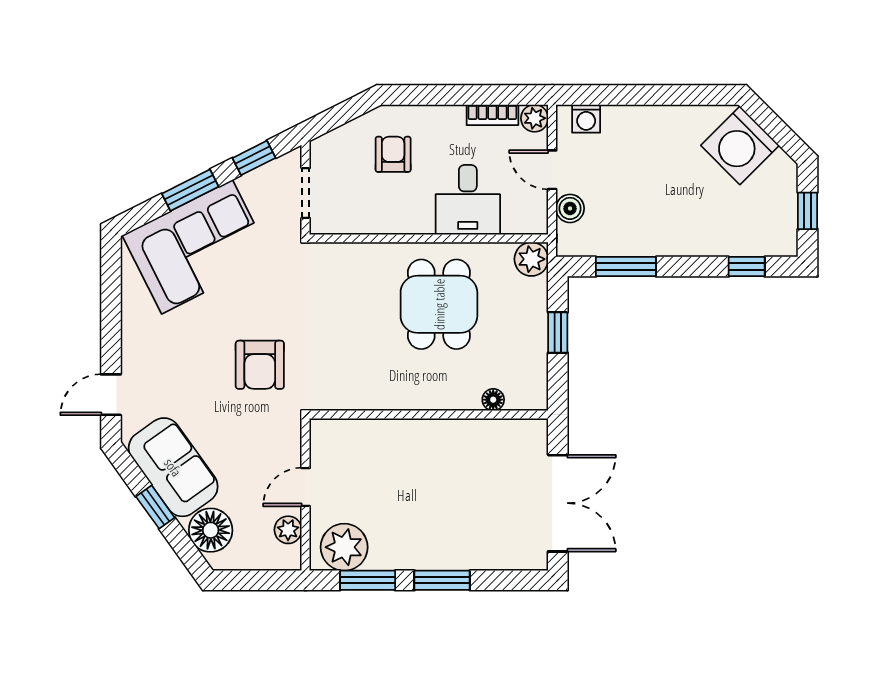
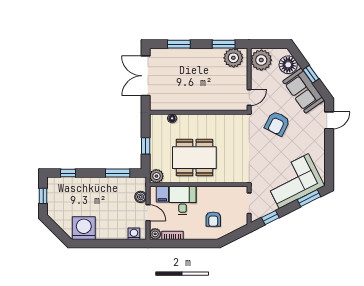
washing machine: (740, 145) -> (84, 228), moved, turned -45
window: (190, 190) -> (309, 198), moved
filing cabinet: (517, 215) -> (162, 194), added
dining table: (439, 304) -> (194, 158), width x1.38
armchair: (260, 365) -> (277, 123), moved, turned -153
door: (306, 487) -> (249, 98), moved
plant: (288, 530) -> (261, 60), width x1.87, depth x1.87
window: (442, 580) -> (179, 44), moved

